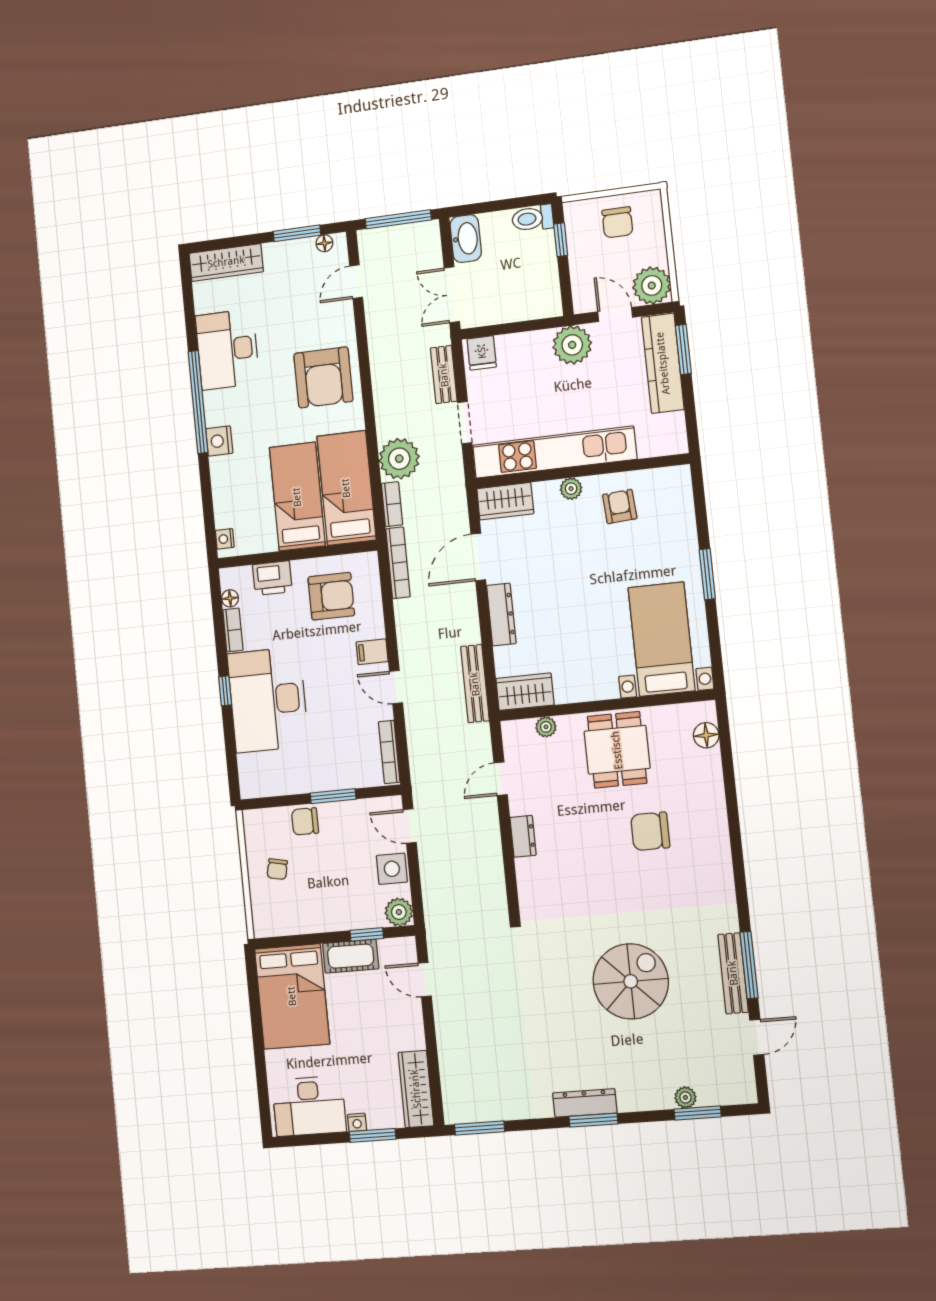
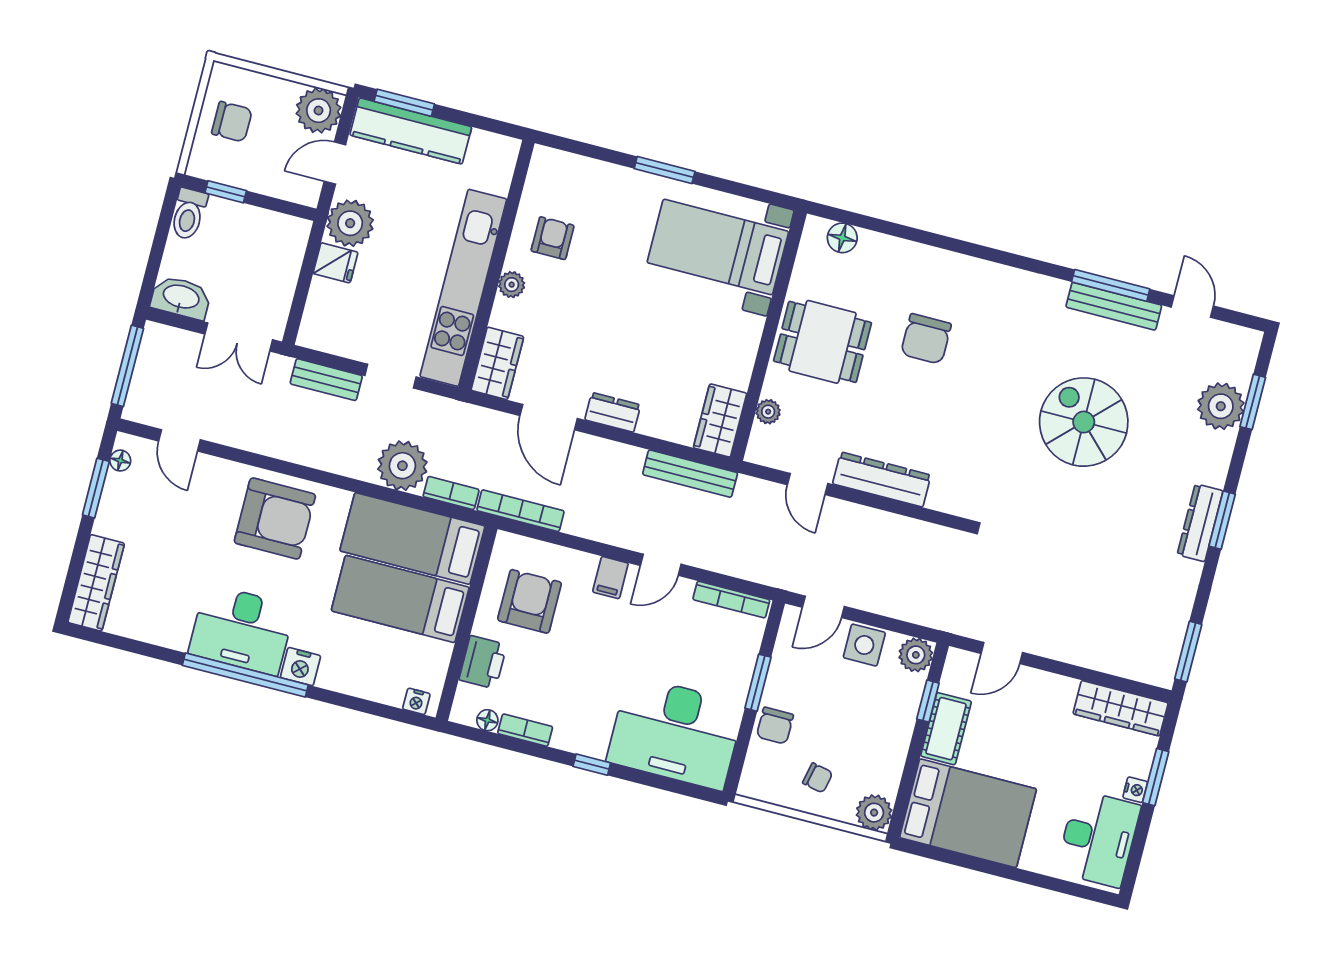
desk: (227, 349) -> (242, 630), moved
fridge: (482, 353) -> (335, 263), moved
armchair: (620, 507) -> (553, 238), turned 94
dresser: (501, 615) -> (613, 412), width x0.70
desk: (268, 700) -> (676, 733), moved
dresser: (523, 836) -> (882, 479), width x1.96, depth x1.24
plant: (267, 923) -> (874, 813), added
plant: (685, 1097) -> (1221, 406), width x1.87, depth x1.87

